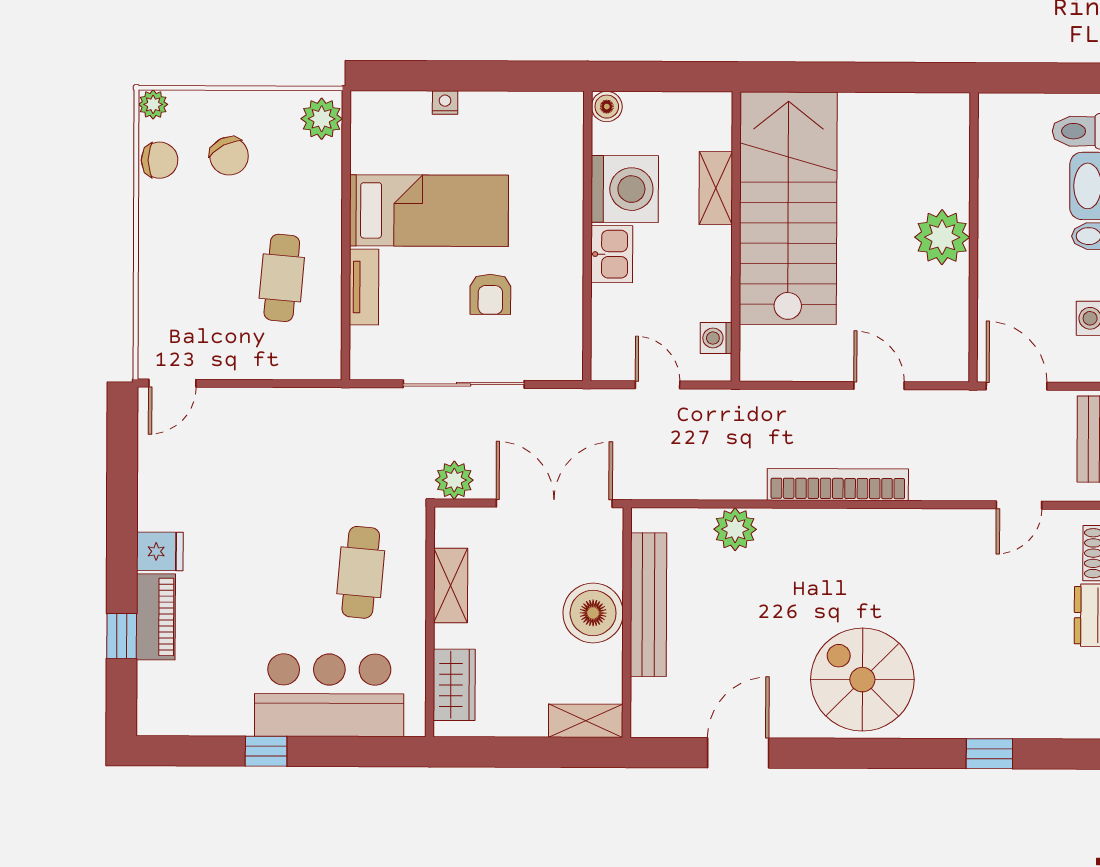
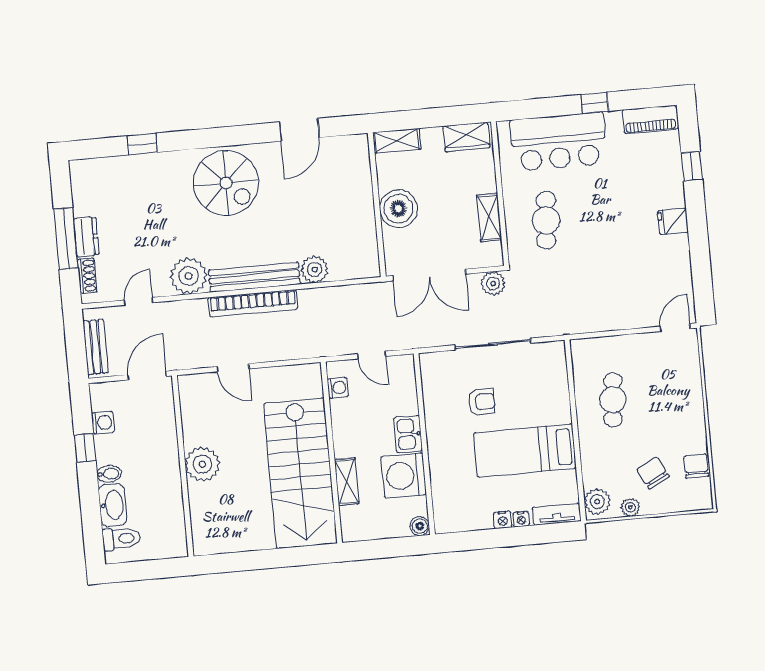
plant: (153, 104) -> (630, 507), moved
nightstand: (475, 104) -> (503, 520), added
chair: (160, 160) -> (696, 466), turned 90
tv unit: (364, 287) -> (557, 514), moved, turned 90
armchair: (490, 294) -> (481, 402), turned 90
door: (1017, 386) -> (147, 376), swing flipped
plant: (936, 538) -> (189, 276), added
bench: (648, 605) -> (254, 277), moved, turned 90
piano: (156, 617) -> (650, 119), moved, turned -90
wardrobe: (454, 685) -> (466, 137), moved, turned -90

